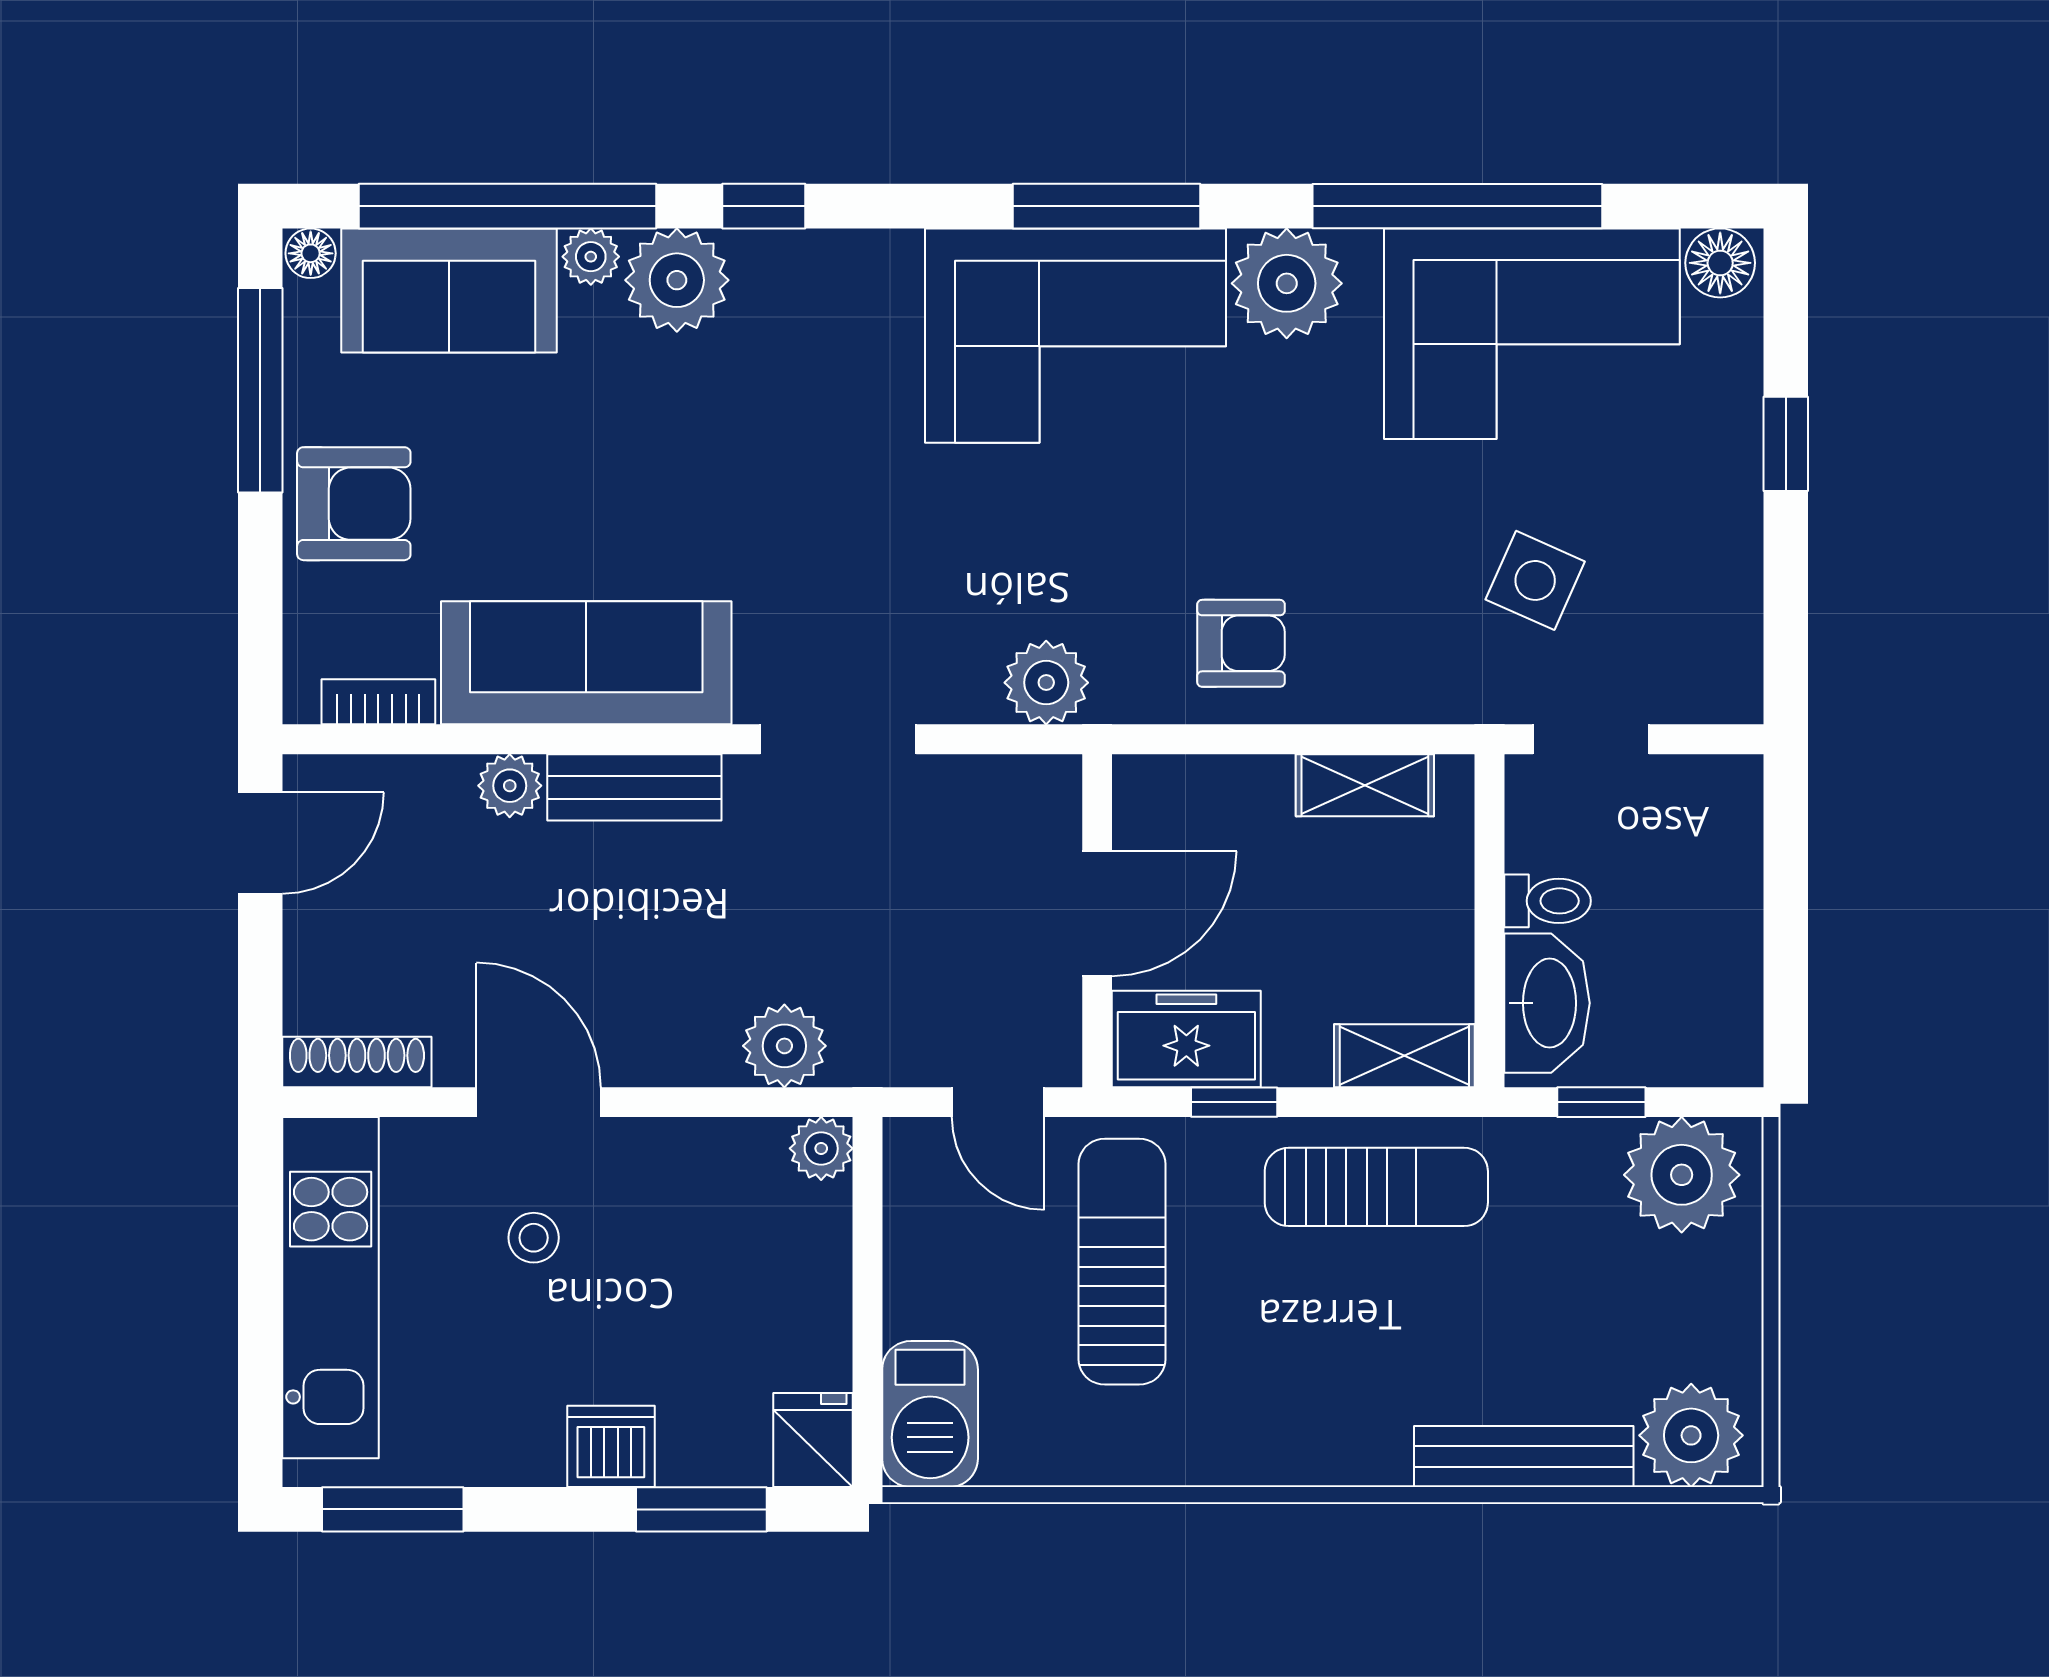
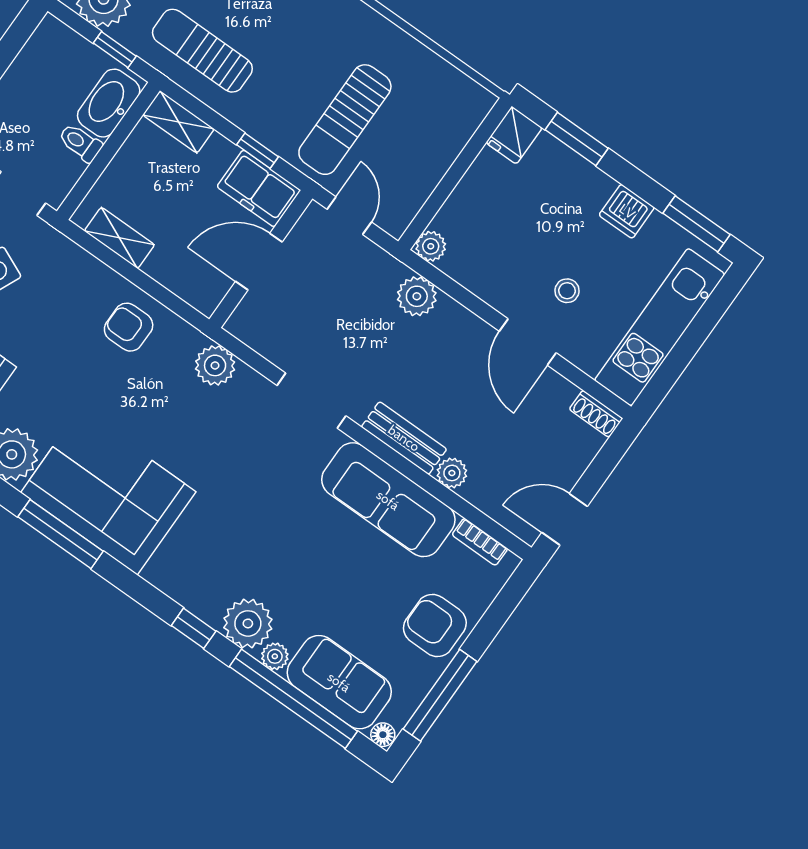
shoe rack: (357, 1062) -> (596, 414), width x0.70
sun lounger: (1376, 1187) -> (202, 51), moved
barbecue: (930, 1414) -> (461, 113), removed
dishwasher: (611, 1446) -> (627, 211), moved

